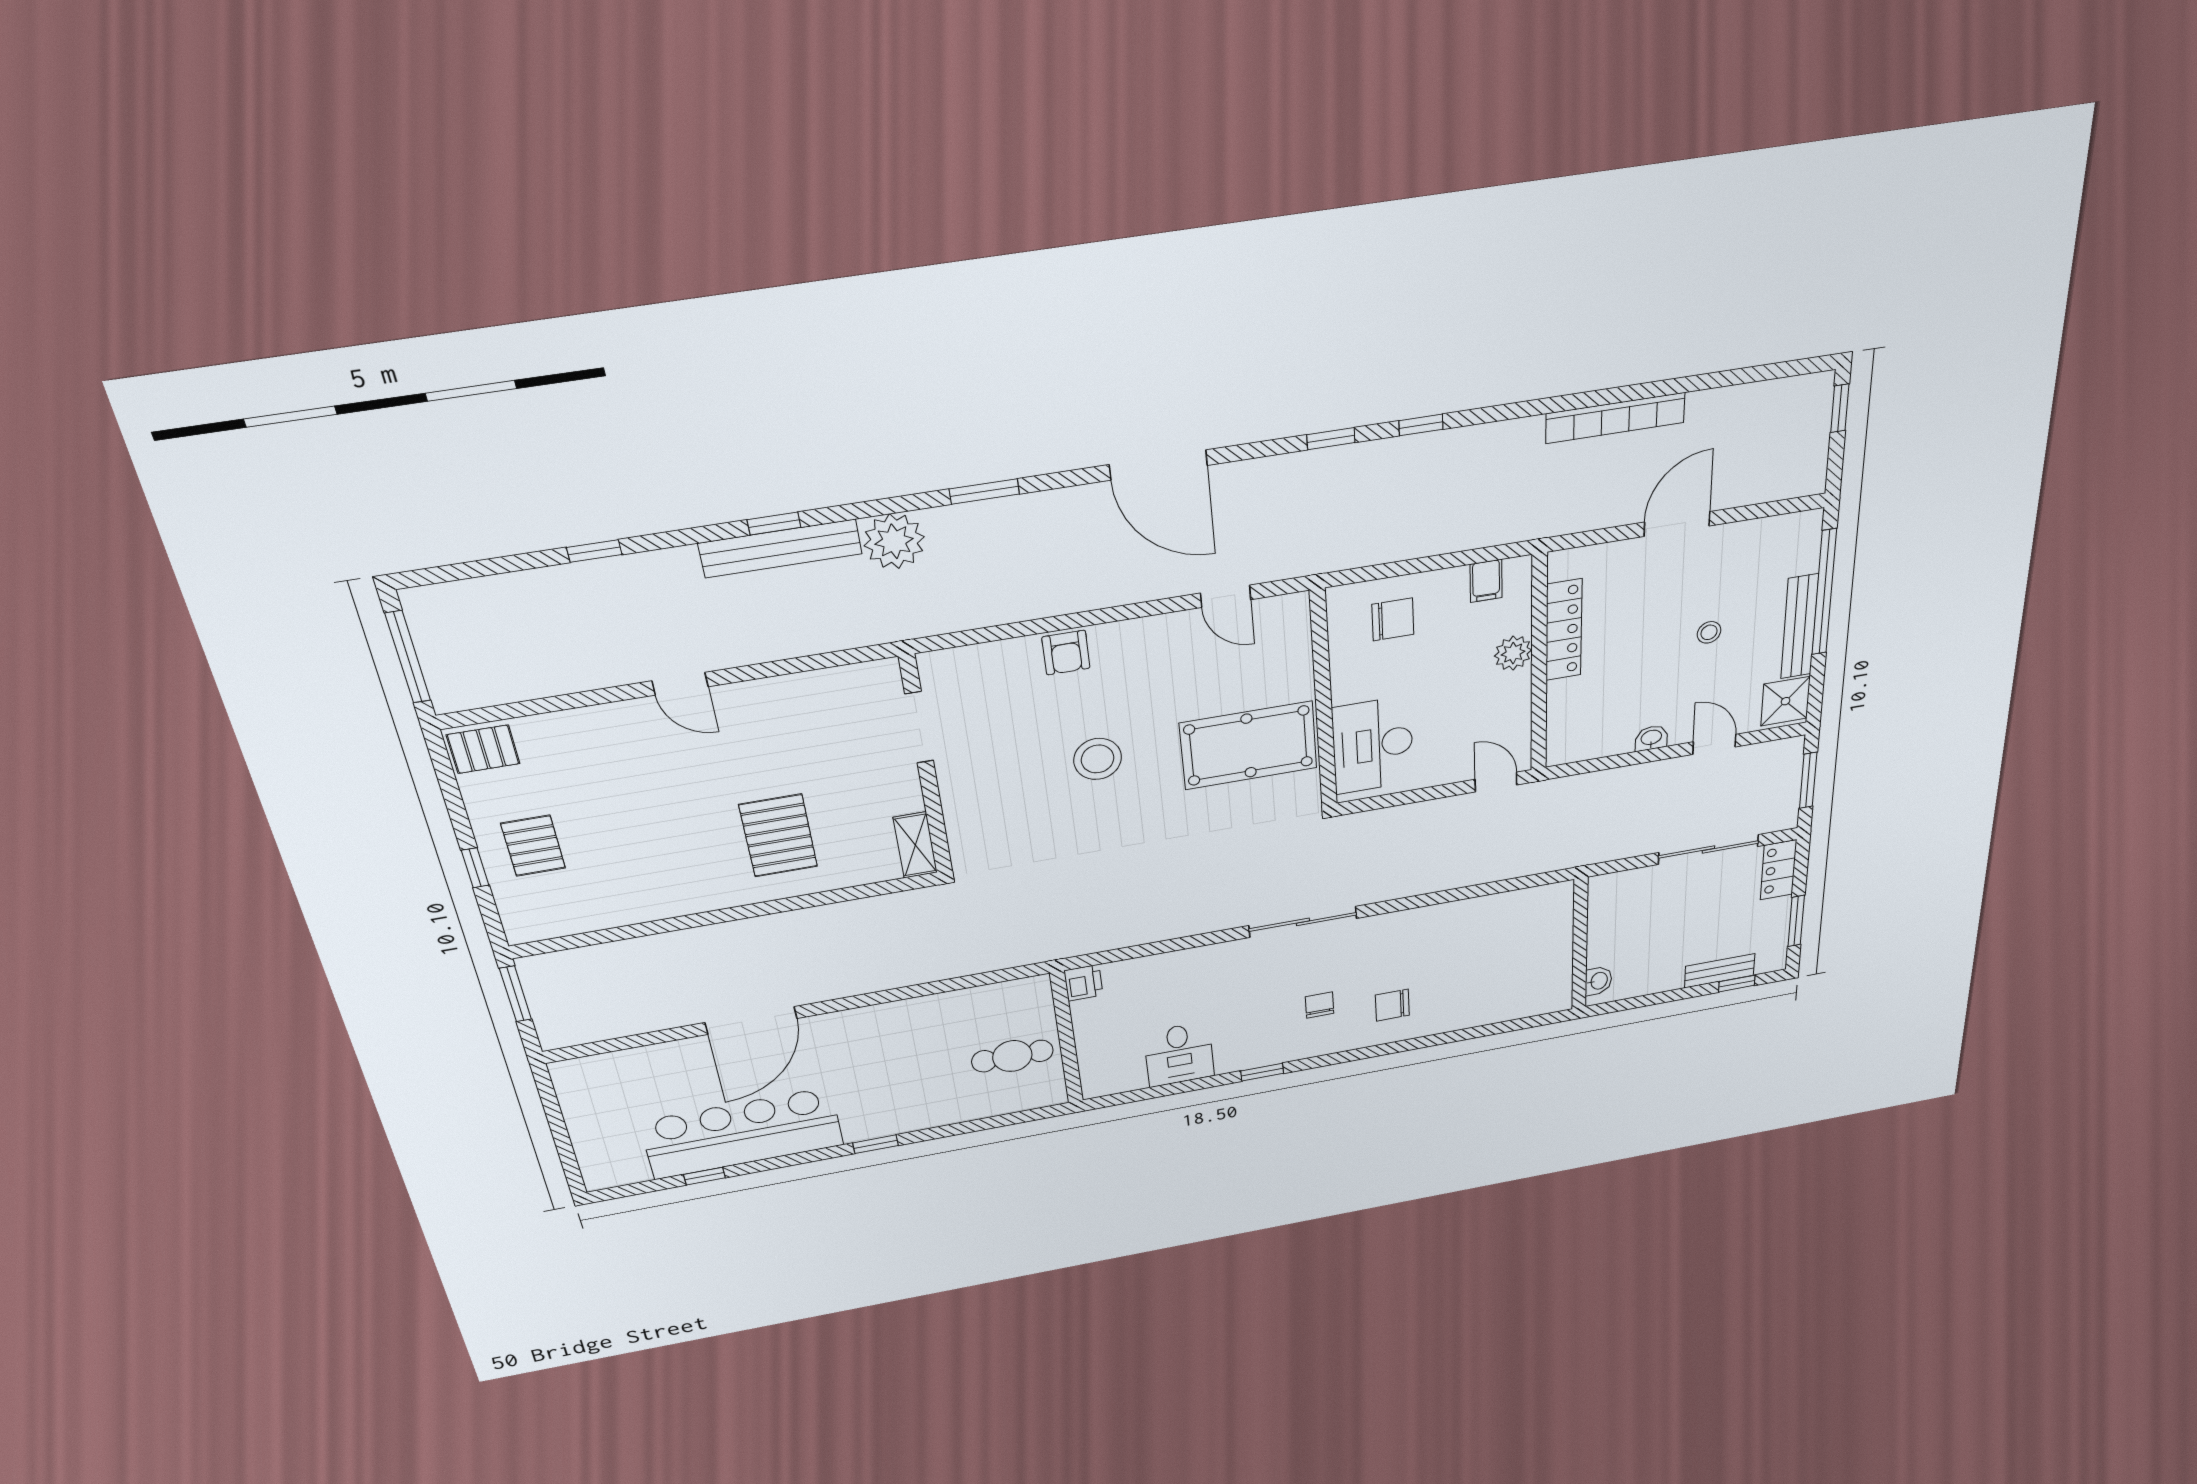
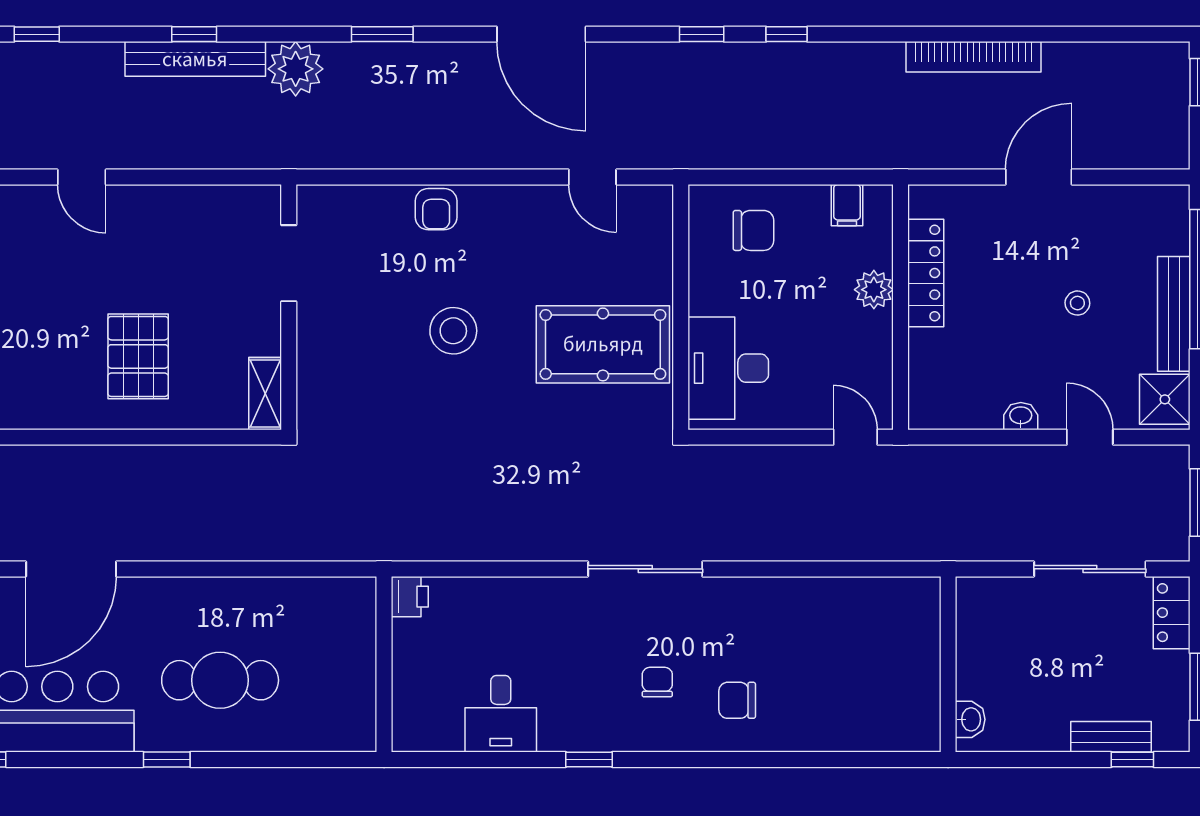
cafe table: (1012, 1056) -> (220, 680), moved, width x1.37, depth x1.35

